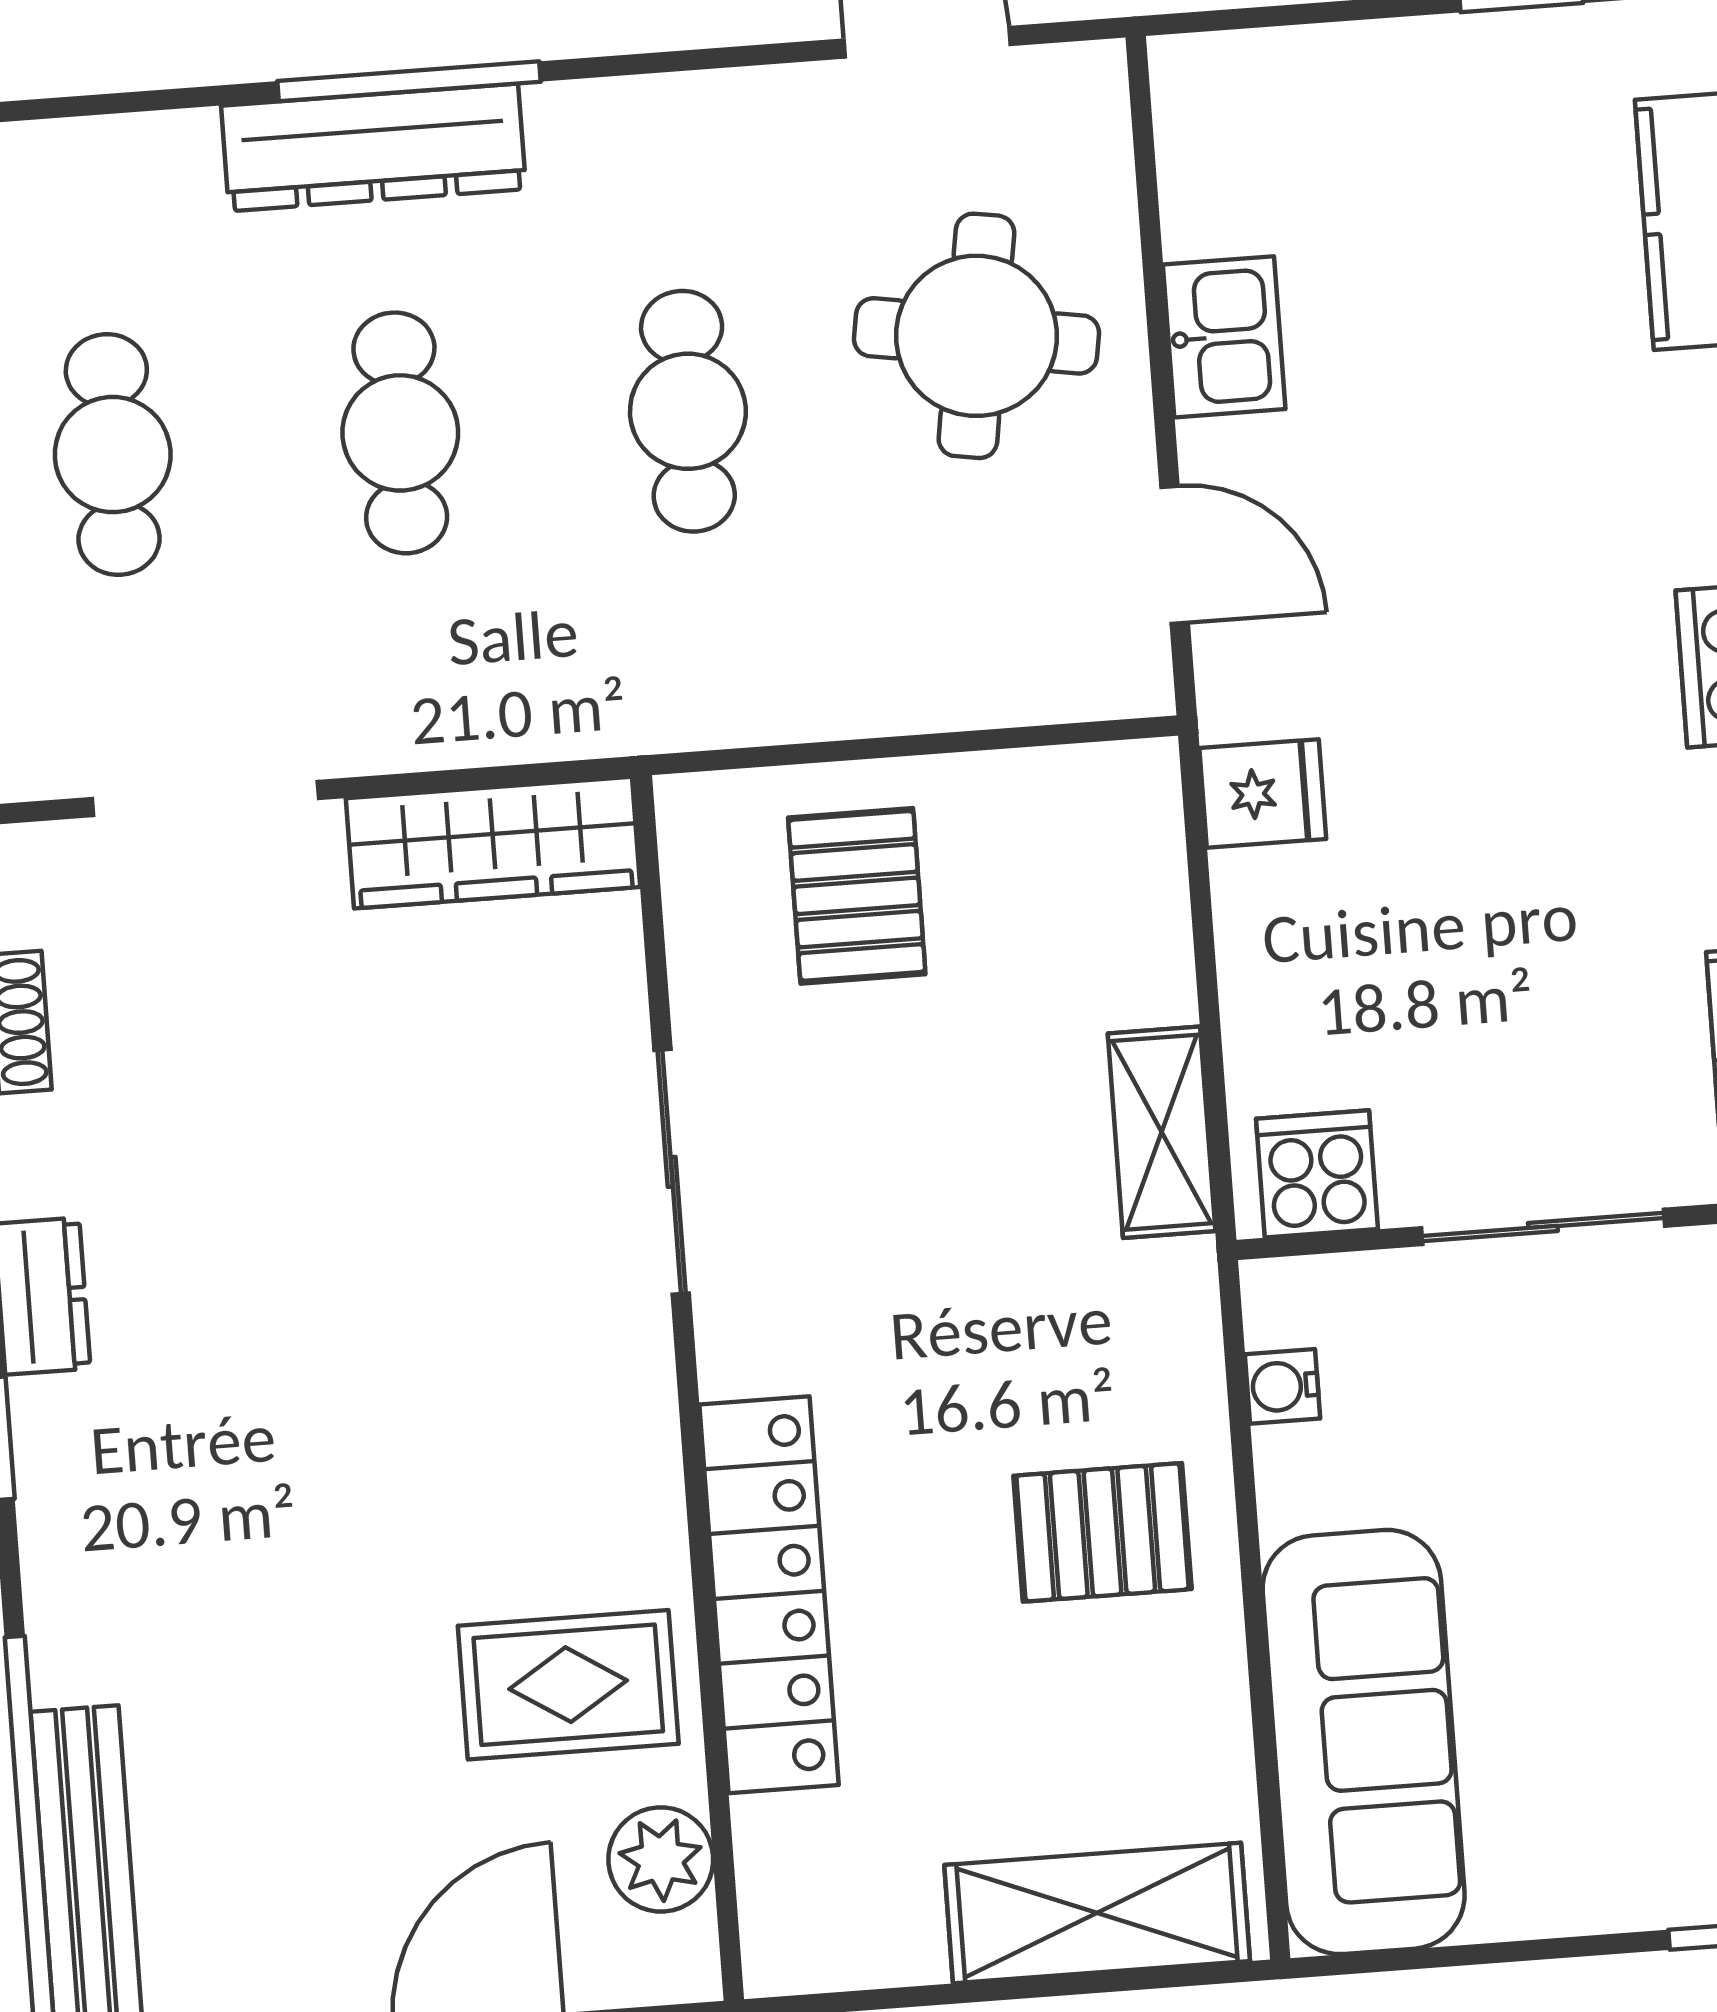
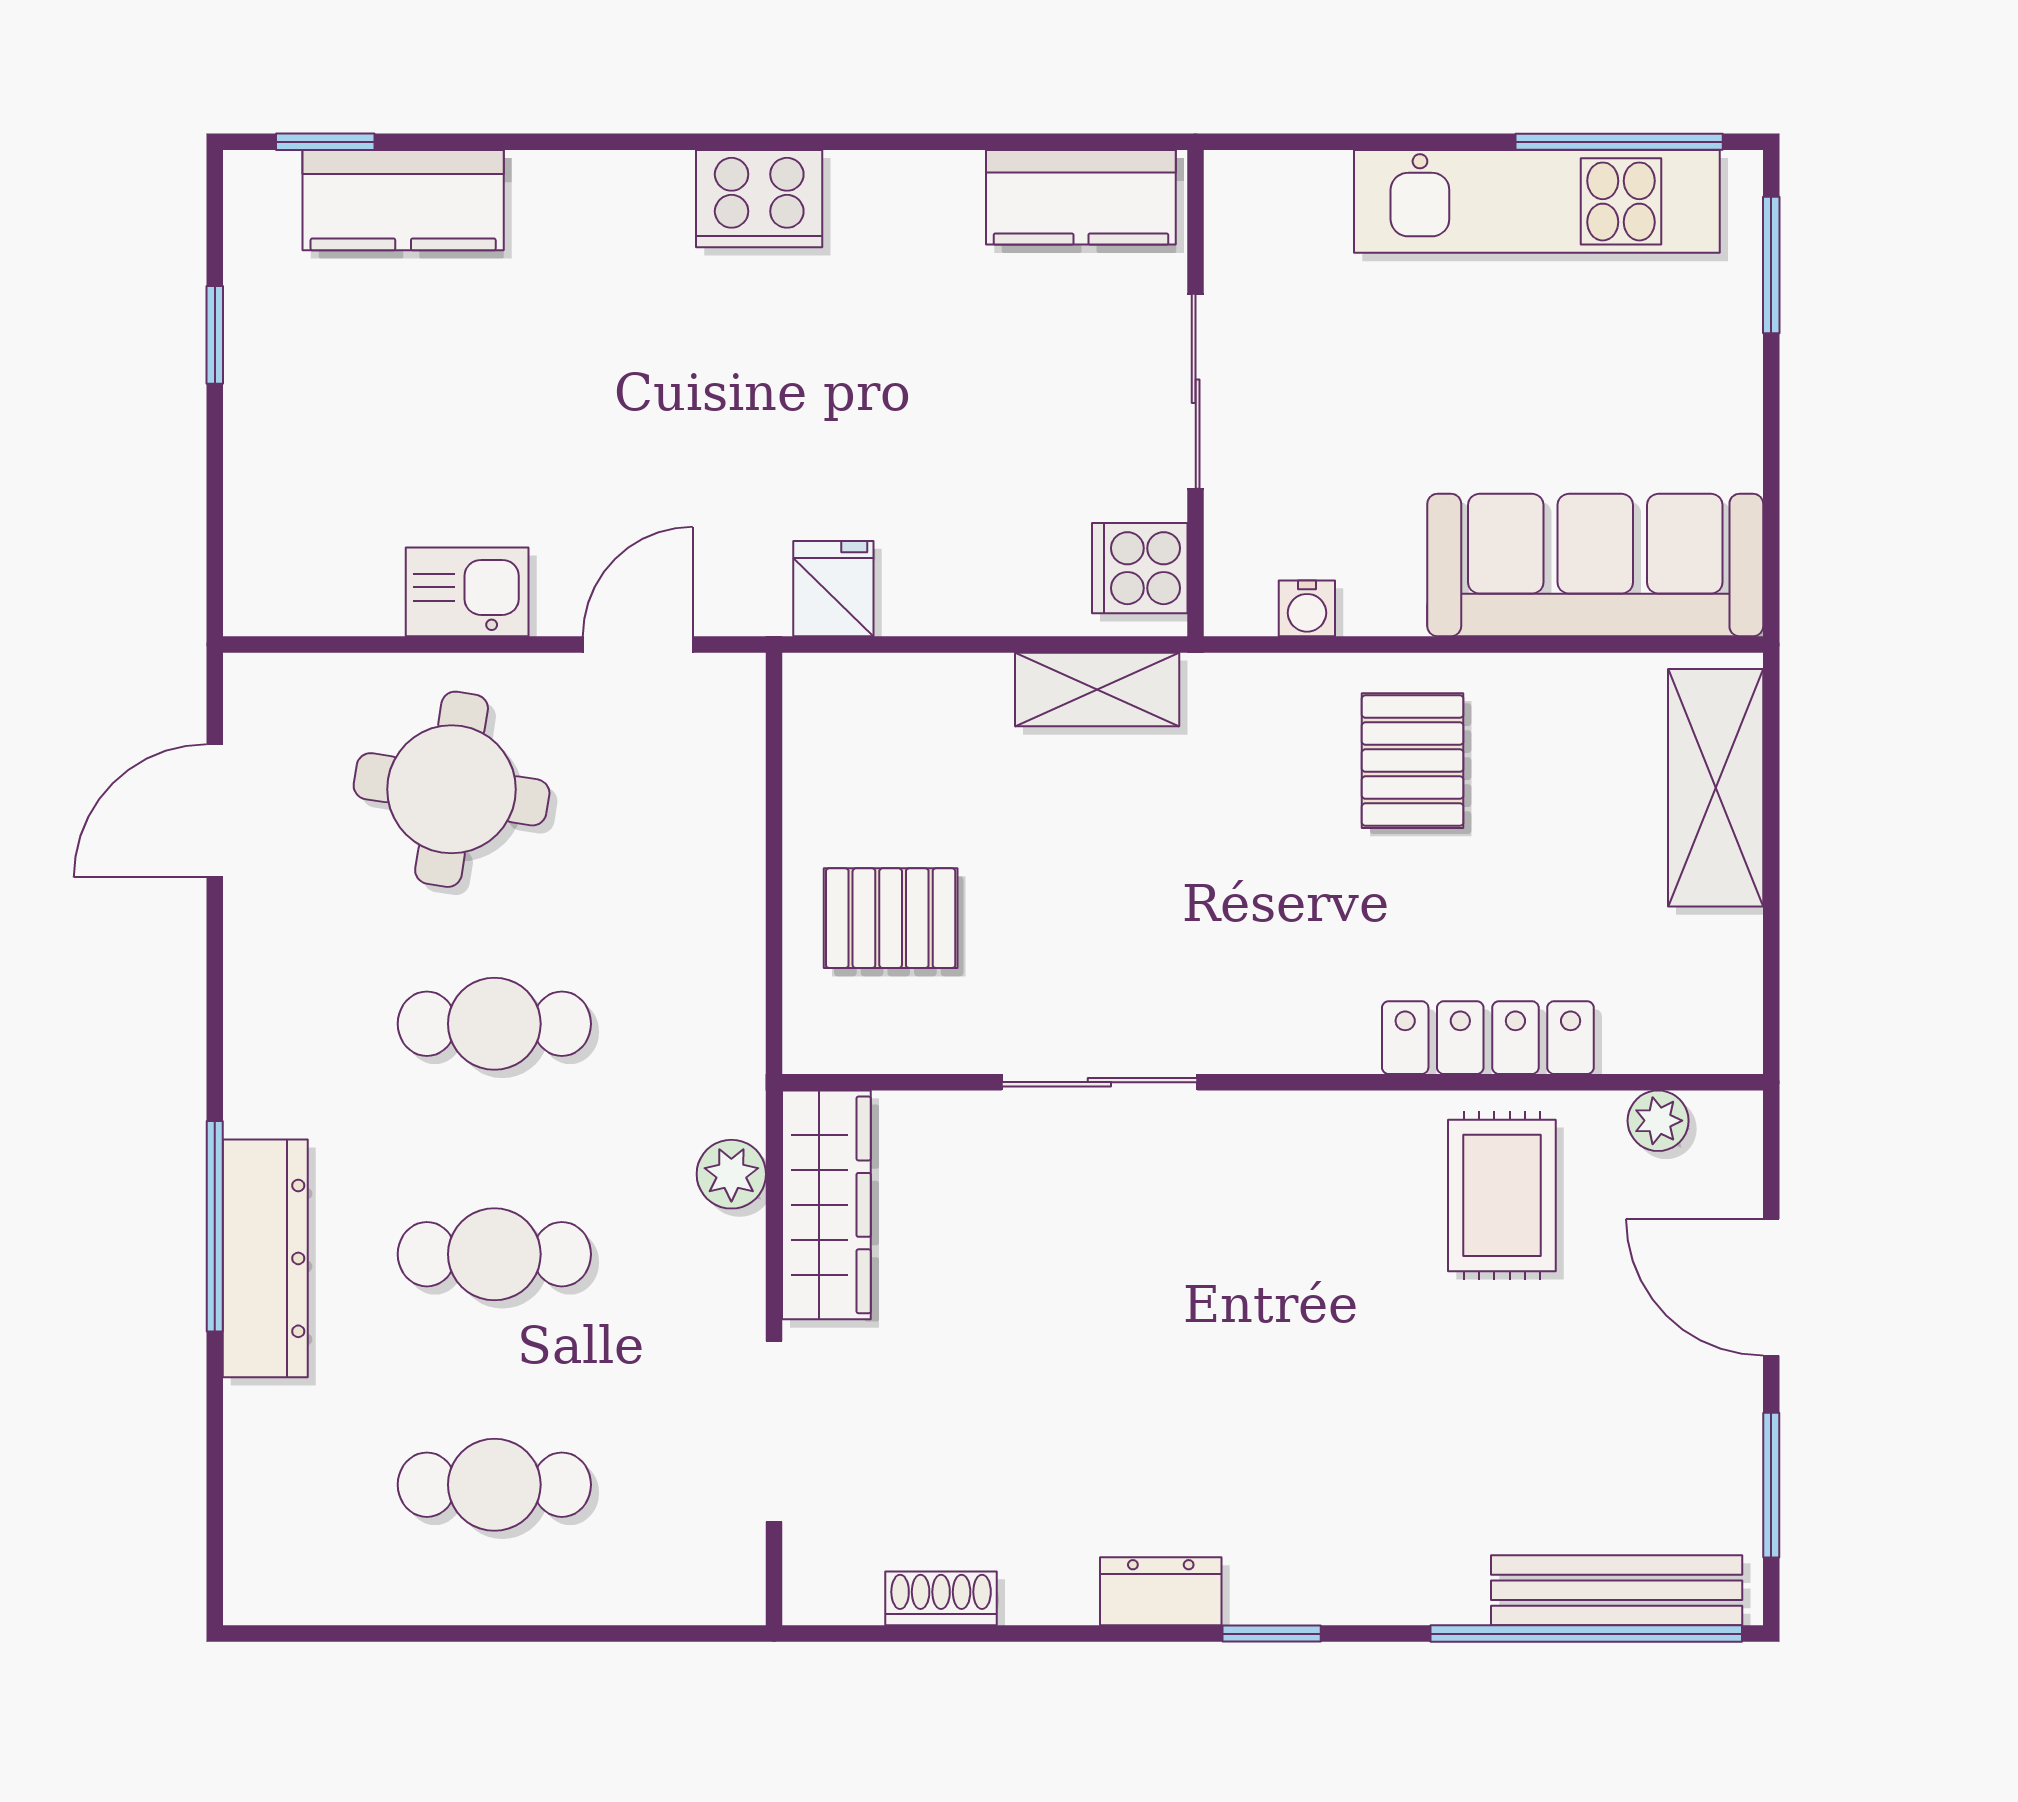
plant: (522, 721) -> (731, 1174), added
locker: (769, 1595) -> (1488, 1038), width x0.71, depth x0.83
plant: (661, 1859) -> (1658, 1121), width x0.73, depth x0.73

